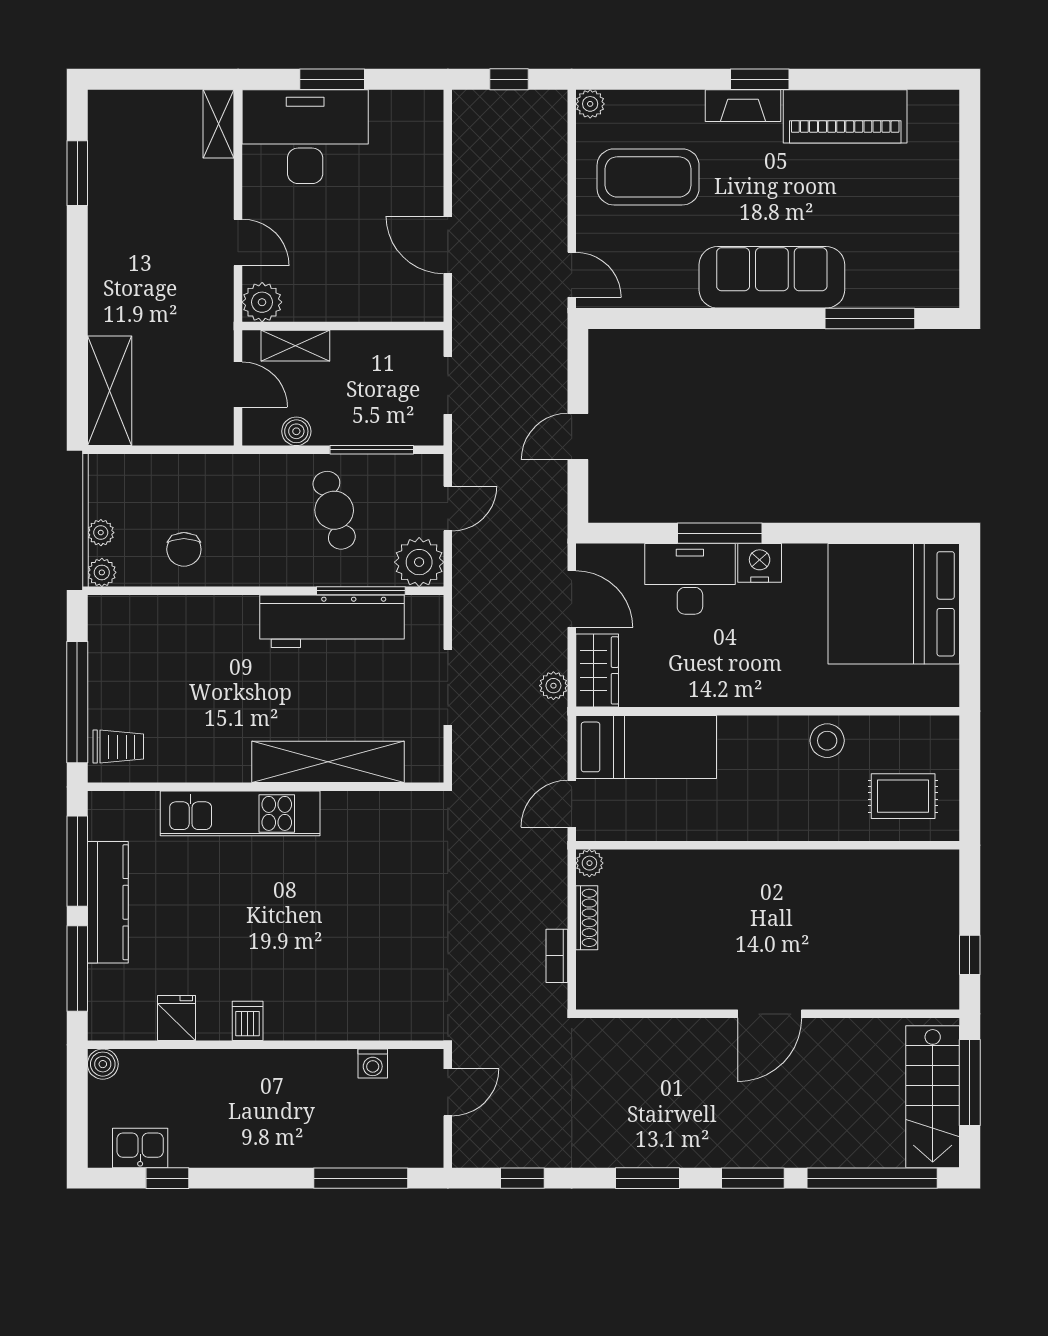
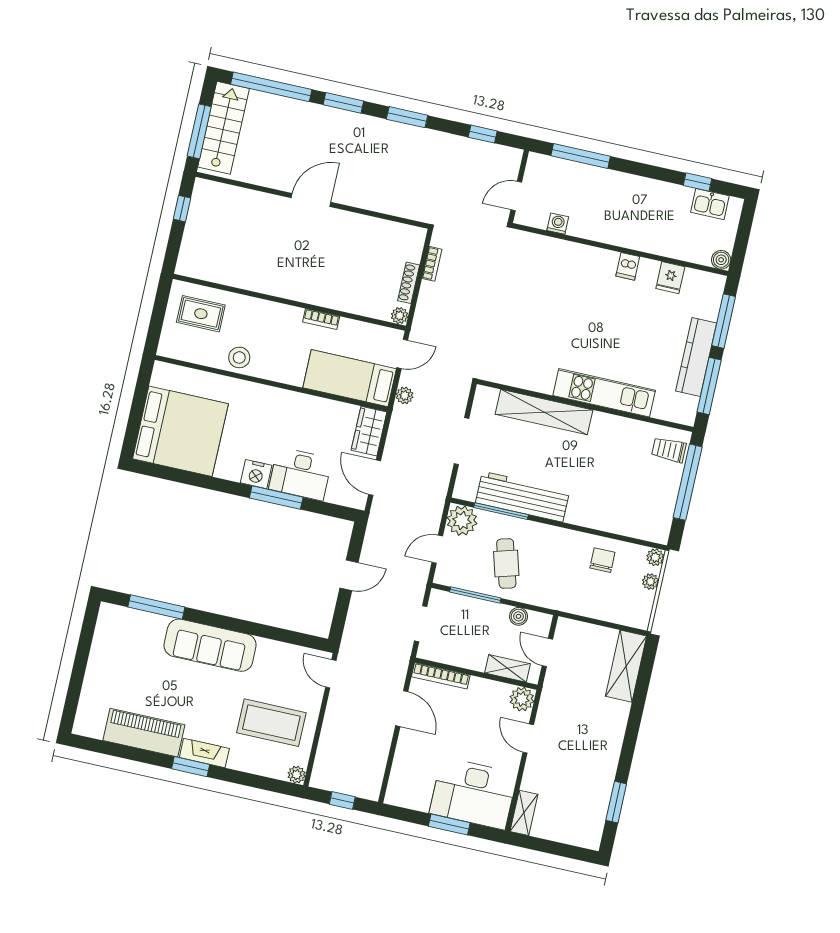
bookcase: (398, 310) -> (441, 676), added
plant: (553, 686) -> (405, 395), moved
bookcase: (712, 830) -> (321, 319), added

